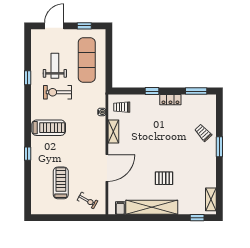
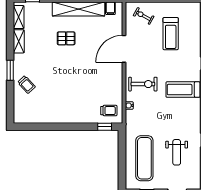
window: (152, 91) -> (105, 127), moved
window: (196, 91) -> (34, 127), removed
exercise bike: (58, 92) -> (143, 84), moved
locker: (170, 100) -> (60, 118), removed
shelving: (113, 131) -> (19, 41), moved

